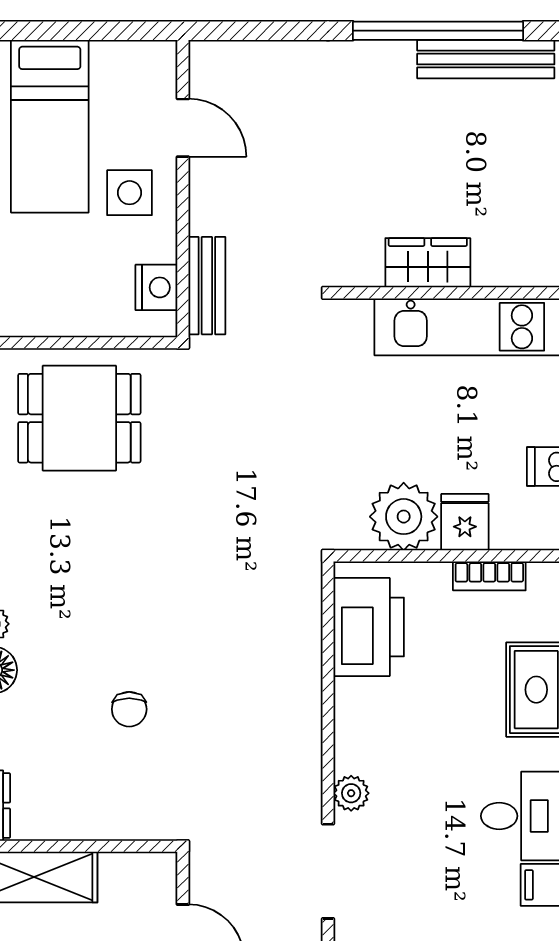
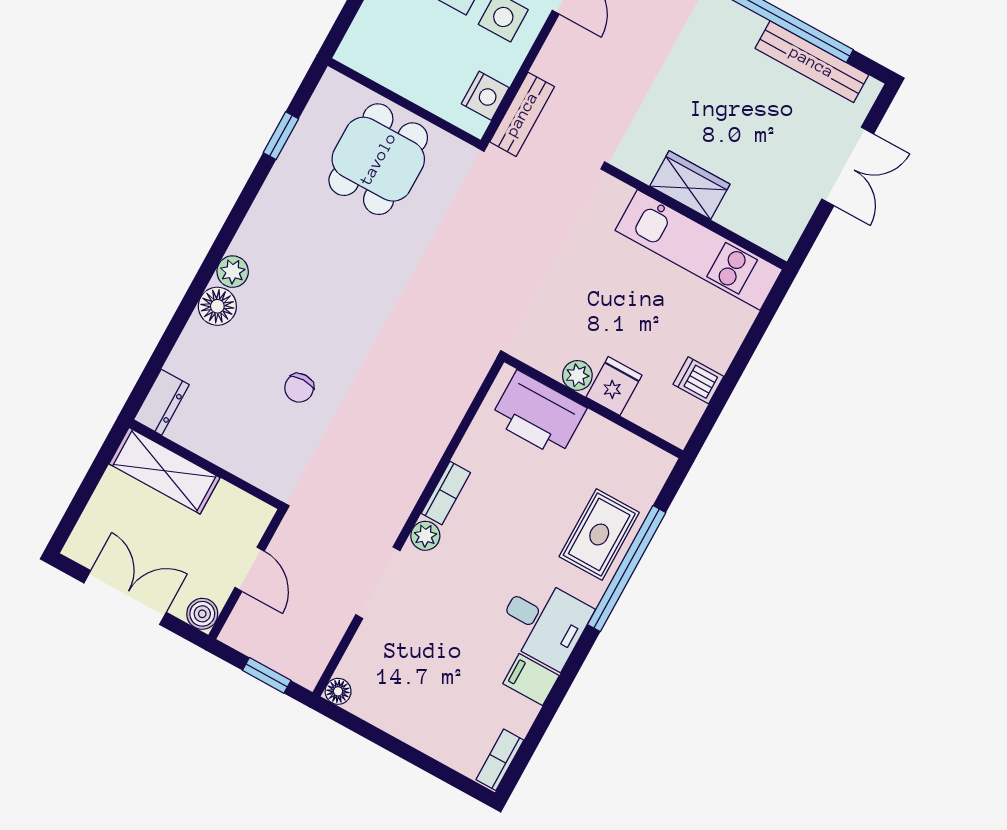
dining table: (79, 418) -> (378, 159), turned 90
plant: (404, 517) -> (577, 375), width x0.53, depth x0.53
bookcase: (489, 576) -> (446, 493), moved, turned -90
printer: (369, 627) -> (538, 414), moved, turned 90

